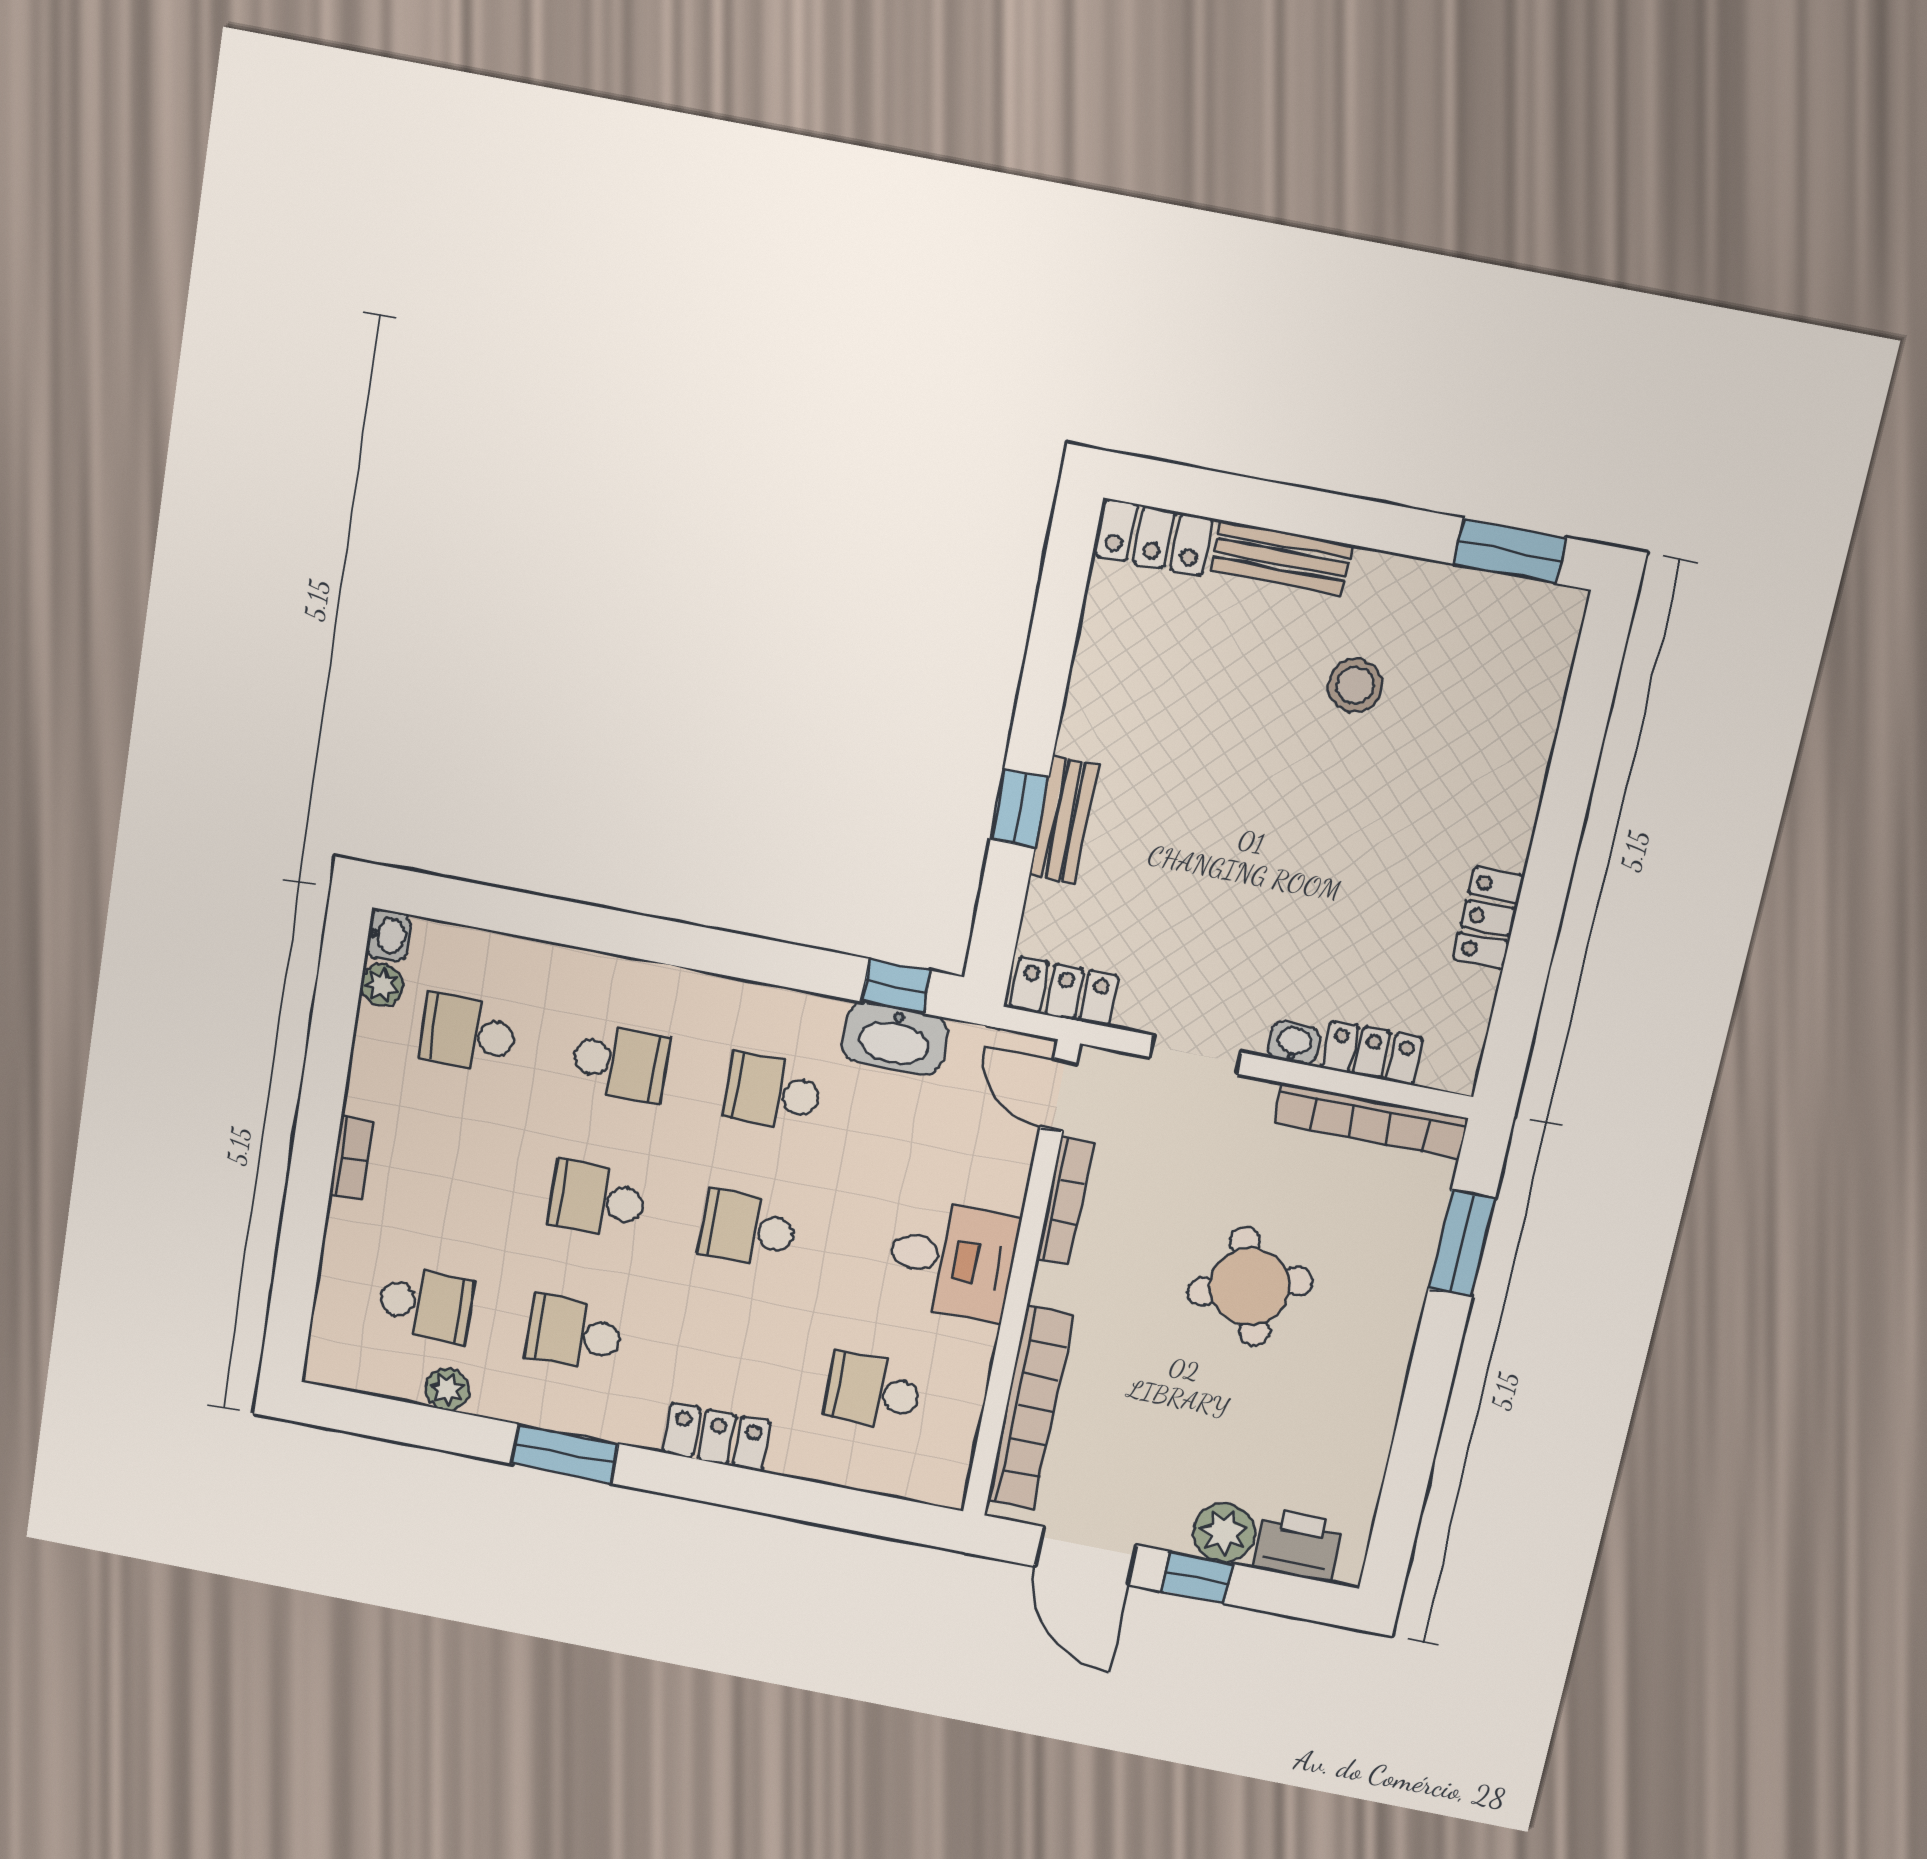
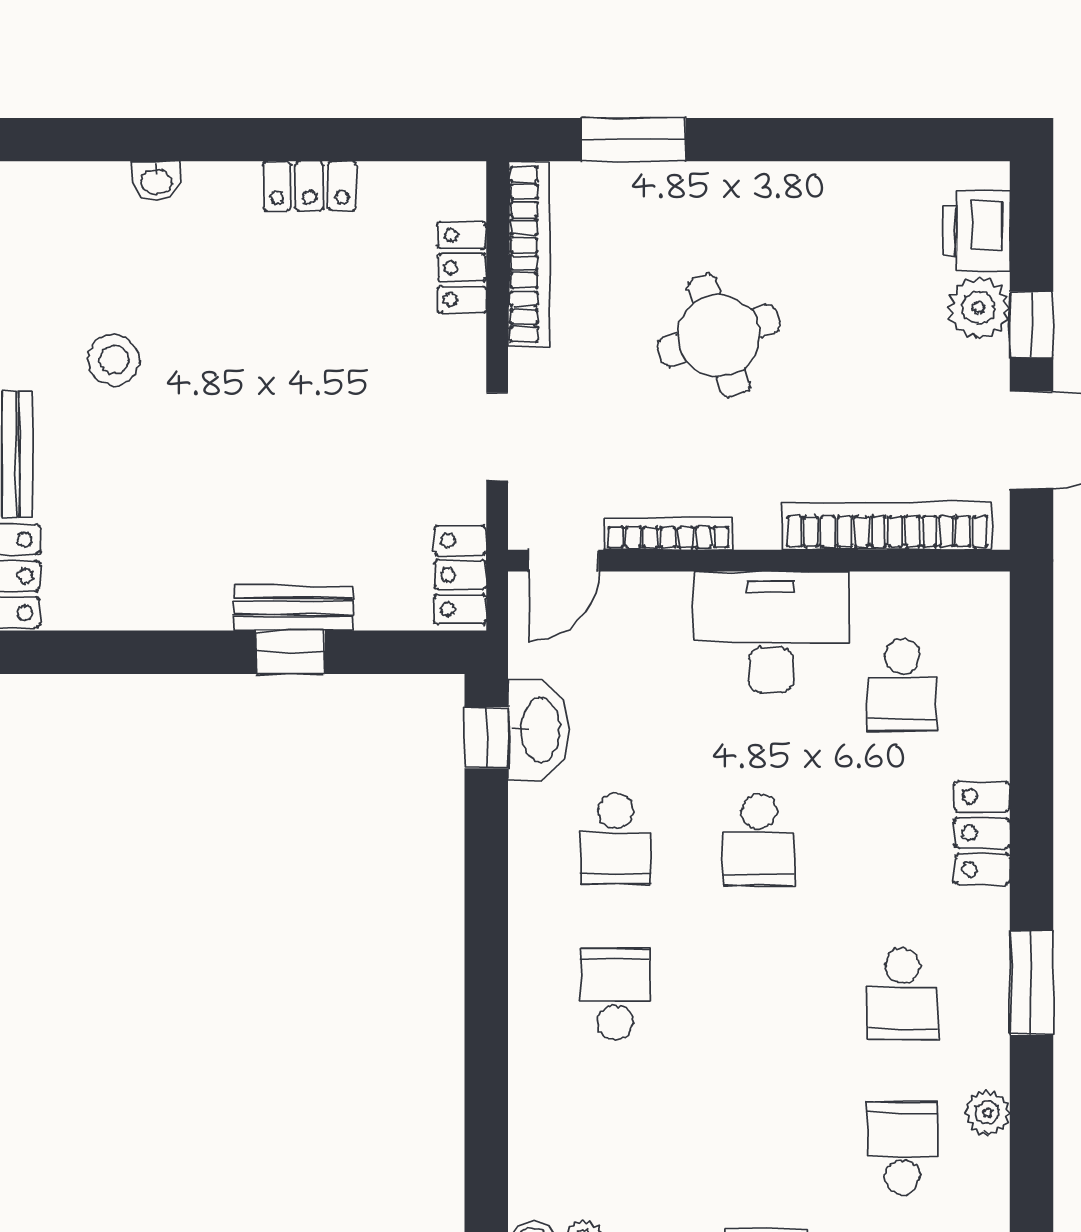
school desk: (468, 1033) -> (615, 1149), removed
washbasin: (1294, 1043) -> (156, 181), moved, turned -90
school desk: (597, 1199) -> (759, 994), removed
desk: (952, 1259) -> (771, 632), width x1.37

